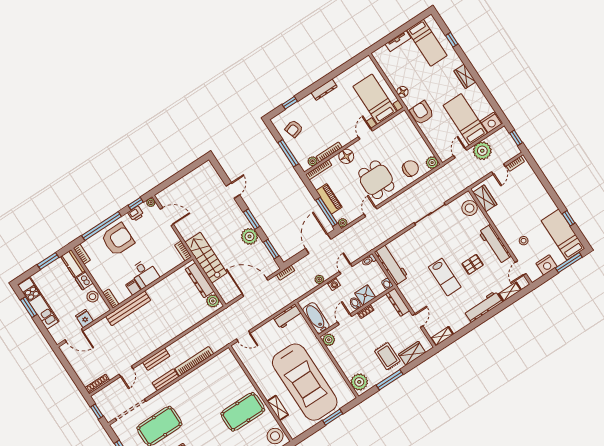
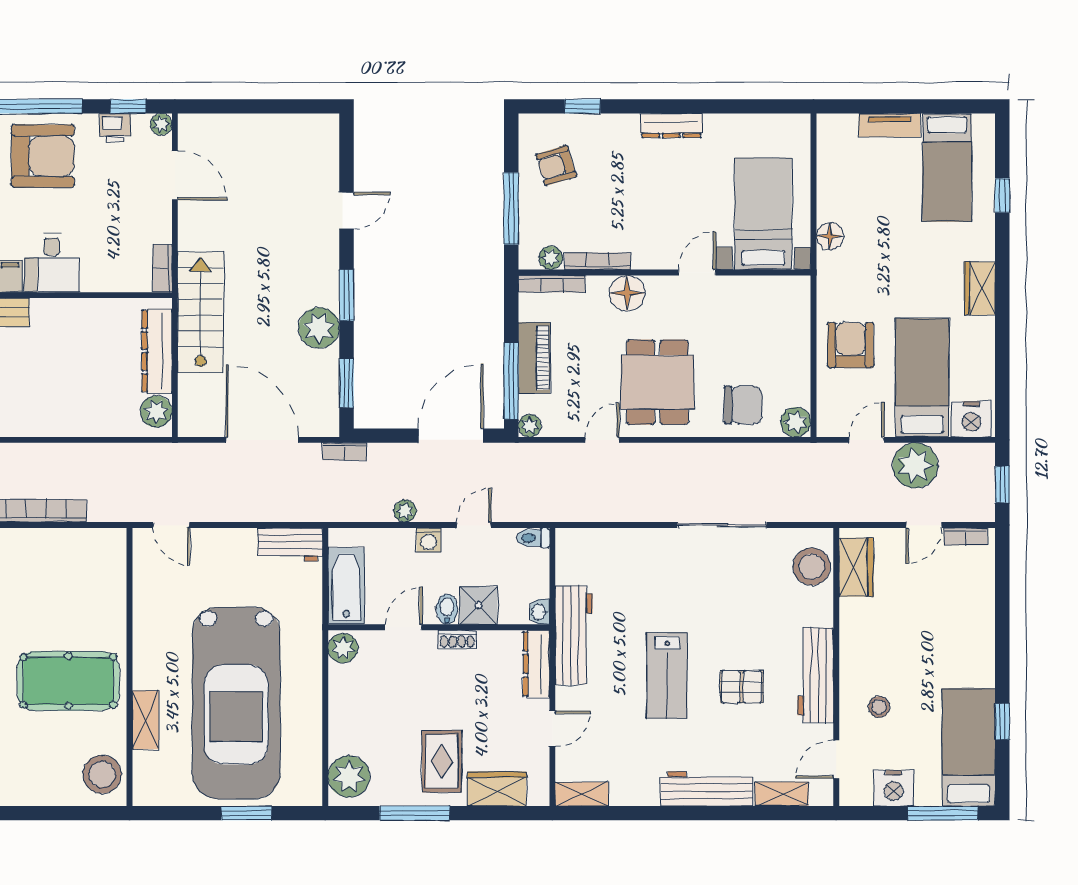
armchair: (422, 113) -> (851, 345), moved
workbench: (391, 265) -> (574, 635), moved

